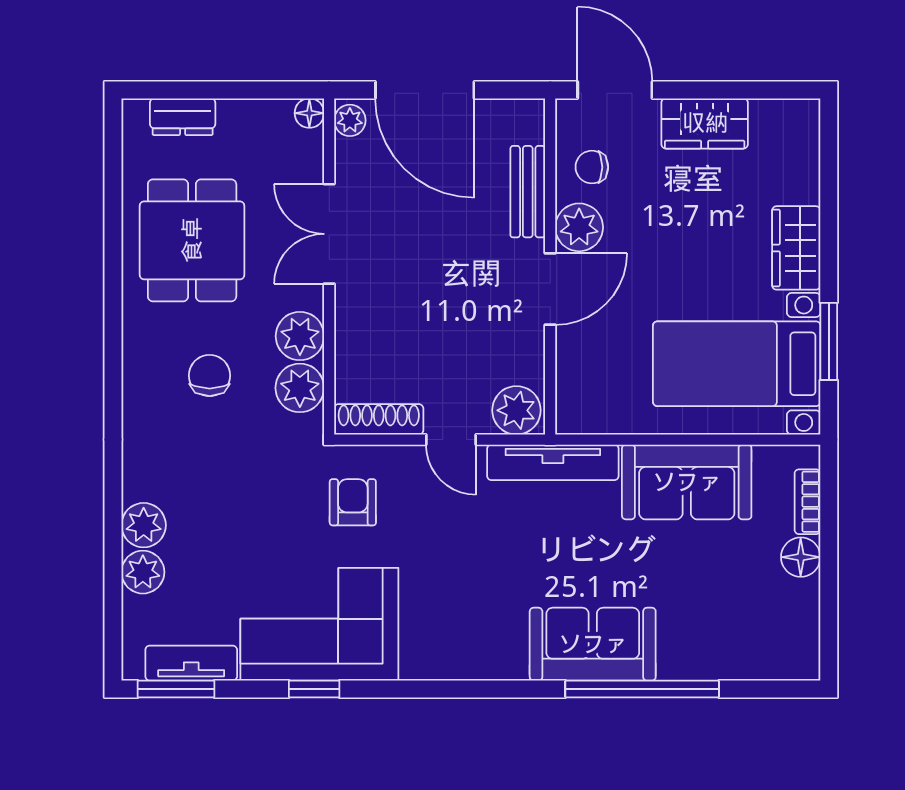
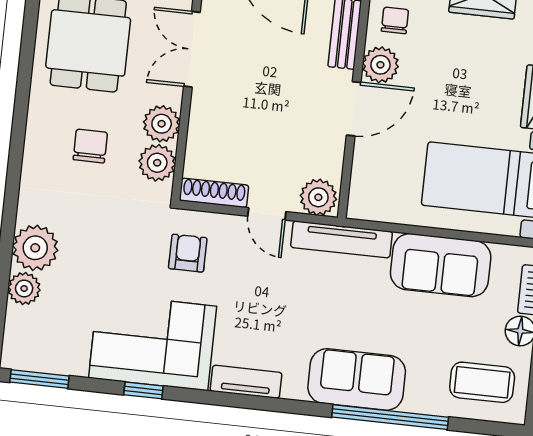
chair: (592, 167) -> (395, 20), turned 90
plant: (144, 525) -> (35, 248), width x1.36, depth x1.36
coffee table: (758, 630) -> (482, 382), added
tv unit: (191, 663) -> (246, 382), moved

